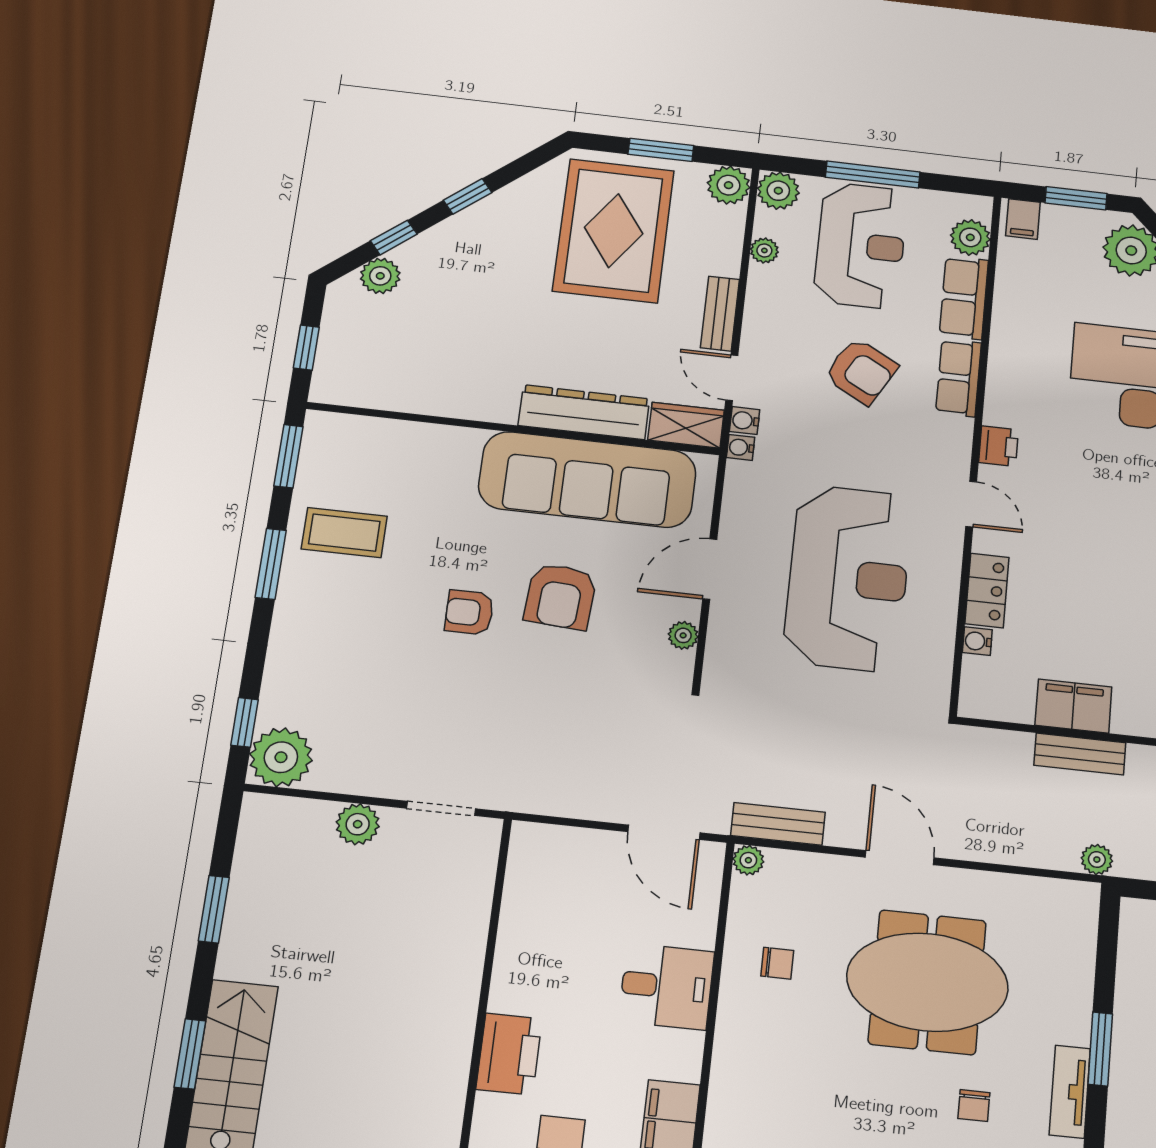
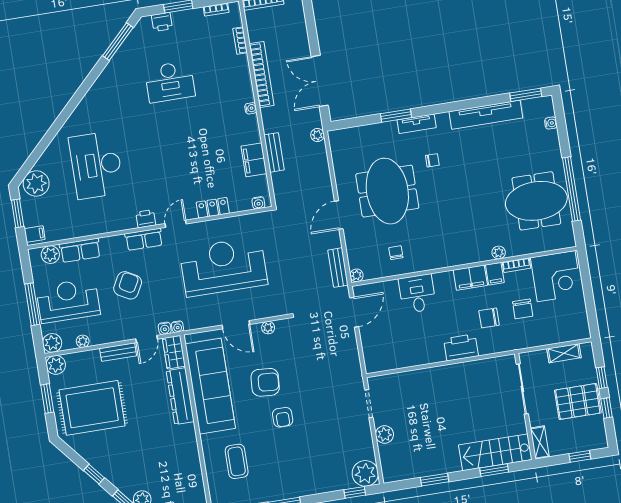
row of seats: (959, 378) -> (144, 239), moved
coffee table: (344, 533) -> (237, 461), moved
water cooler: (977, 641) -> (258, 203), moved

